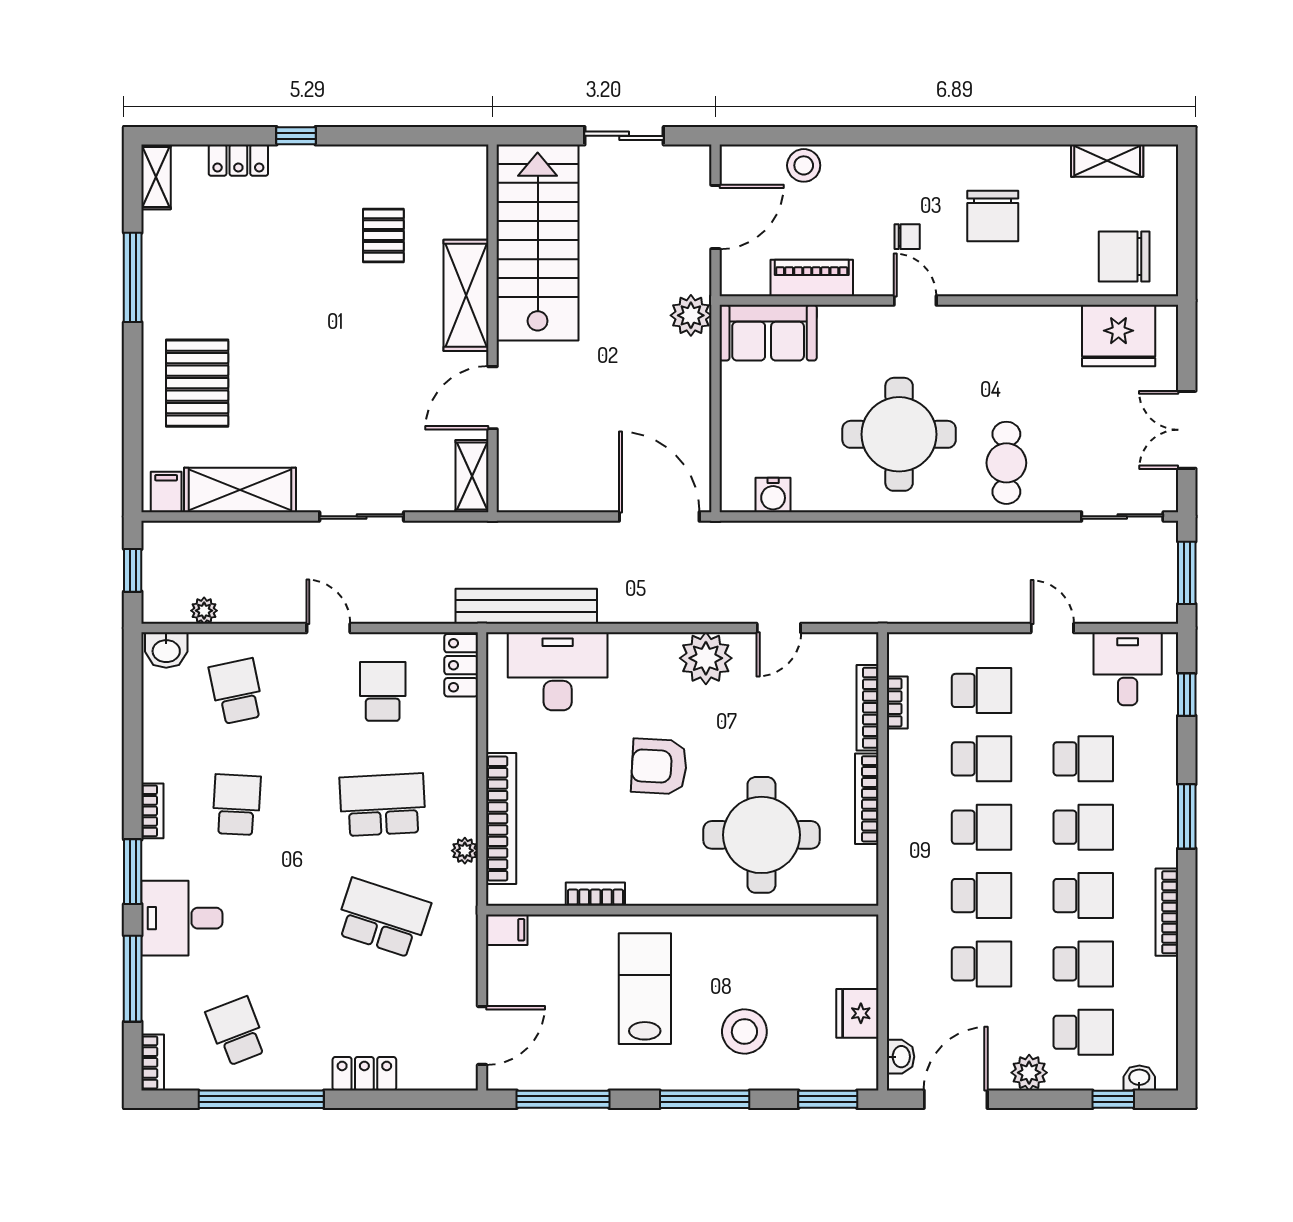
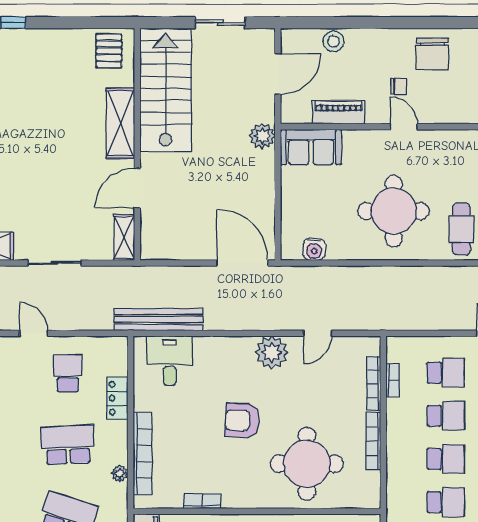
chair: (993, 216) -> (432, 54), moved
pallet: (383, 236) -> (109, 51), moved
locker: (461, 665) -> (117, 398), moved
desk: (558, 671) -> (170, 361), width x0.73

